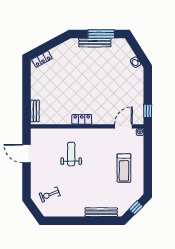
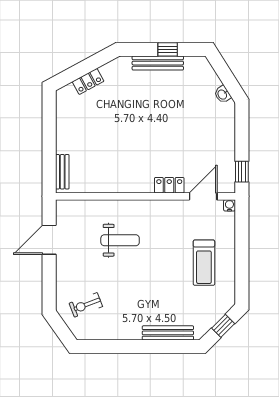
window: (101, 34) -> (168, 49), width x0.46
locker: (42, 59) -> (88, 81), moved
locker: (82, 119) -> (169, 185), moved
door: (27, 154) -> (49, 240), hinge flipped
weight bench: (71, 154) -> (120, 240), turned 90

